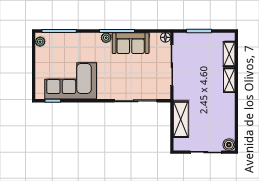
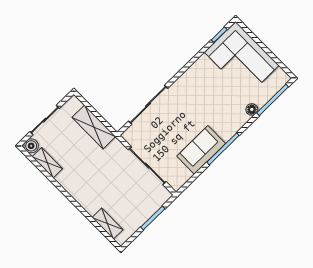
floor lamp: (165, 37) -> (252, 109), moved
plant: (106, 38) -> (227, 134), removed
plant: (40, 42) -> (280, 75), removed
shelving: (229, 80) -> (47, 163), moved
corner sofa: (71, 81) -> (242, 59), moved, turned 90

